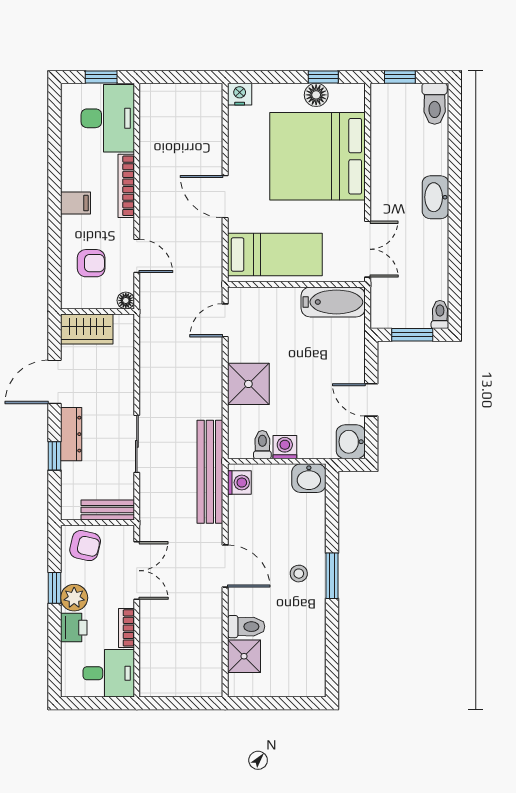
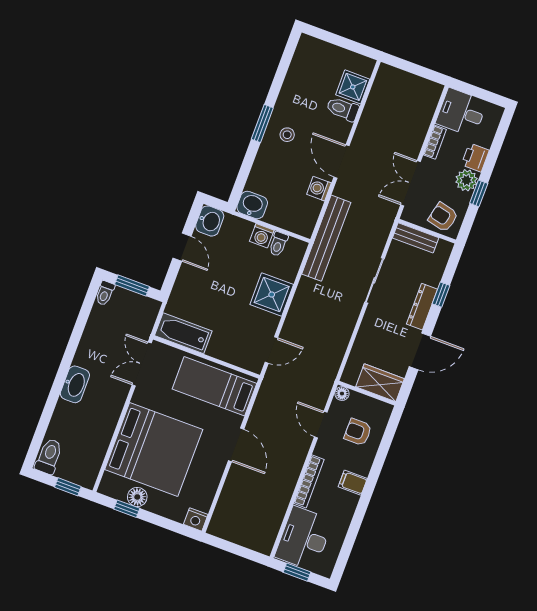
washing machine: (239, 483) -> (319, 189), moved

